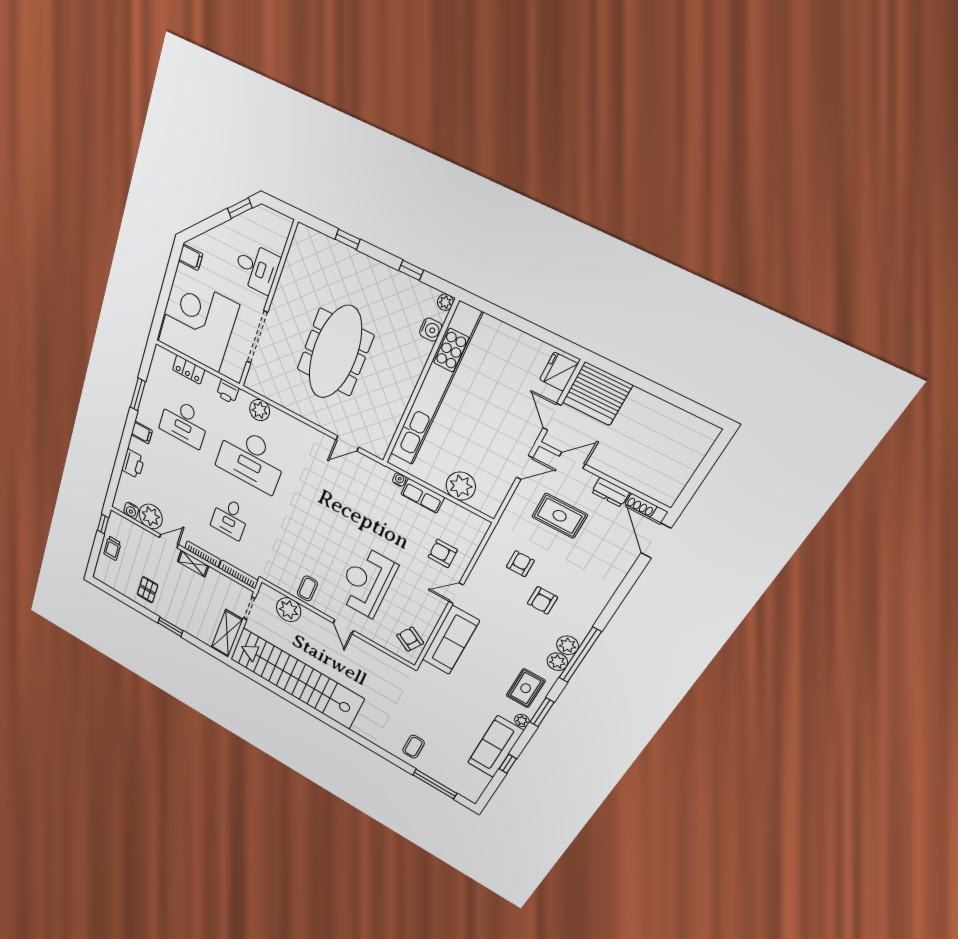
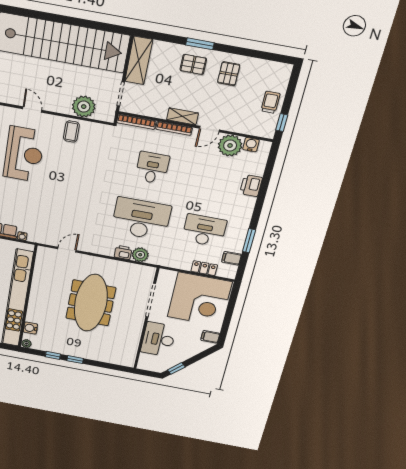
window: (348, 239) -> (75, 360), moved
desk: (257, 268) -> (158, 339), width x1.37
printer: (228, 391) -> (123, 252), moved
filing cabinet: (142, 433) -> (231, 258), moved
pallet: (178, 610) -> (193, 64), added

